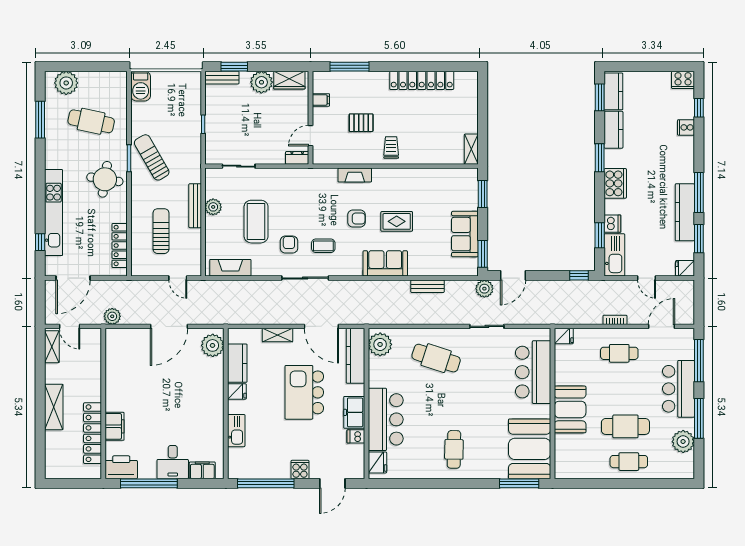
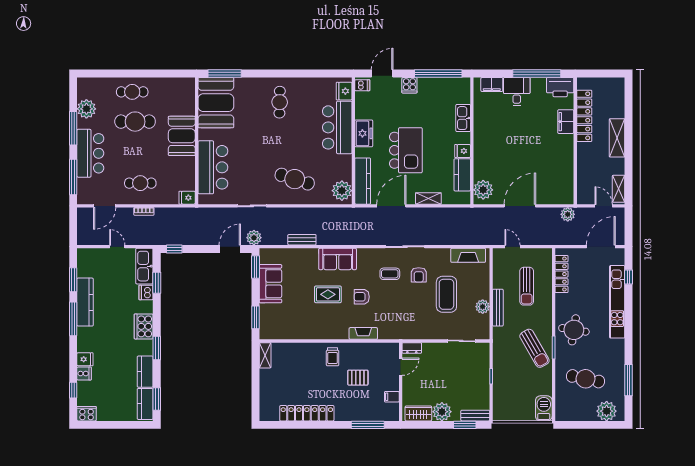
fridge: (685, 268) -> (85, 359), moved
door: (321, 326) -> (391, 206), hinge flipped
dishwasher: (356, 436) -> (362, 85), moved

